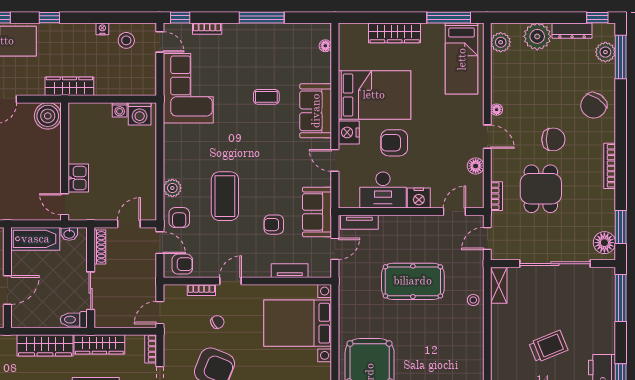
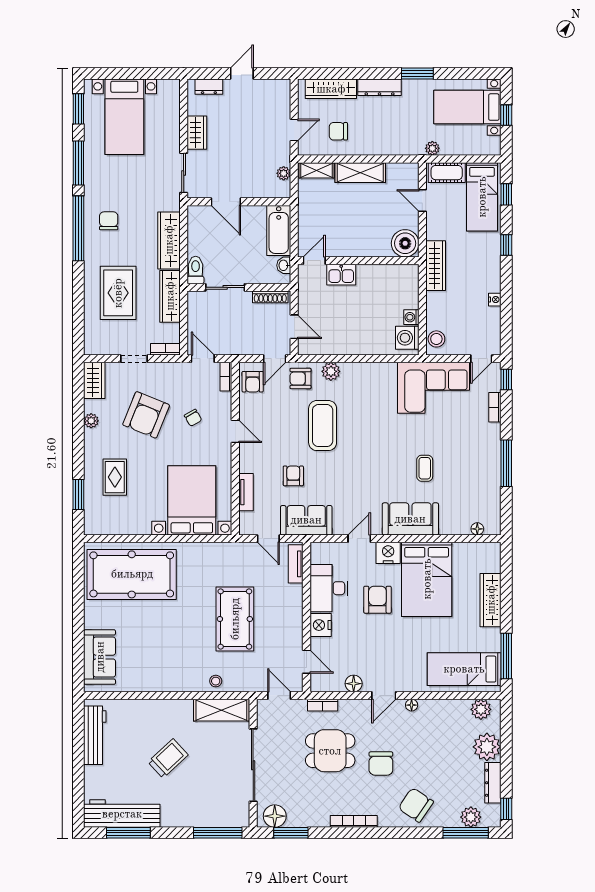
stool: (126, 40) -> (436, 339), moved
coffee table: (225, 196) -> (323, 426), turned 90
shelving: (499, 286) -> (221, 710), width x1.50, depth x1.33
bookcase: (201, 290) -> (226, 377), moved
trolley: (548, 346) -> (168, 758), turned -111

